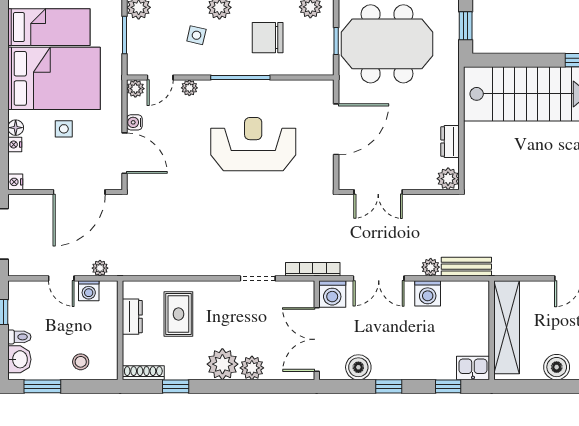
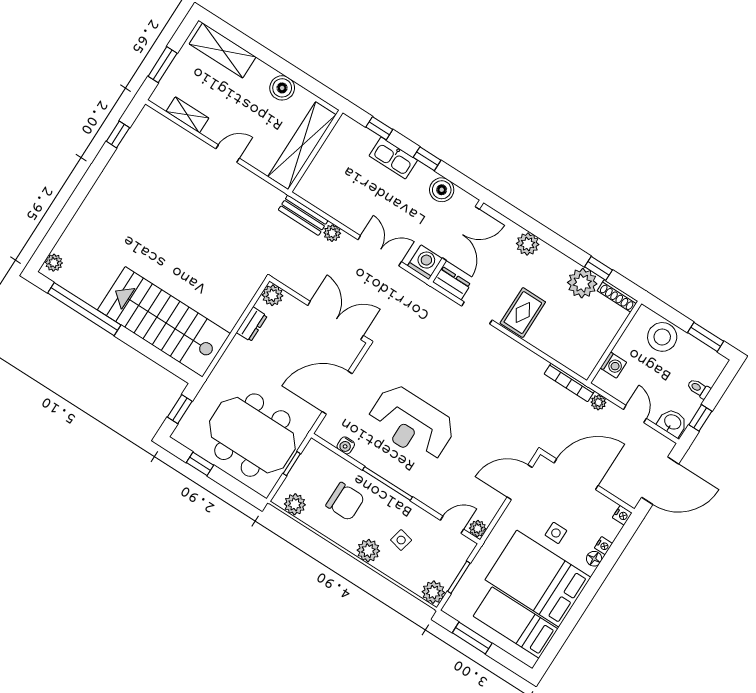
plant: (189, 88) -> (434, 501), removed
water cooler: (134, 122) -> (346, 445), moved, turned 90
door: (124, 153) -> (520, 482), hinge flipped
double door: (378, 192) -> (336, 321), width x1.37
bookcase: (313, 269) -> (569, 382), moved
washing machine: (89, 291) -> (613, 365), moved, turned 90
washing machine: (428, 293) -> (348, 214), removed
rug: (178, 314) -> (523, 313), moved
dresser: (132, 317) -> (452, 283), moved, turned 90
washbasin: (19, 359) -> (672, 423), moved, turned 90
stool: (81, 362) -> (662, 337), width x1.89, depth x1.89
plant: (222, 364) -> (582, 283), moved
kitchen sink: (473, 368) -> (393, 158), moved, width x1.38

